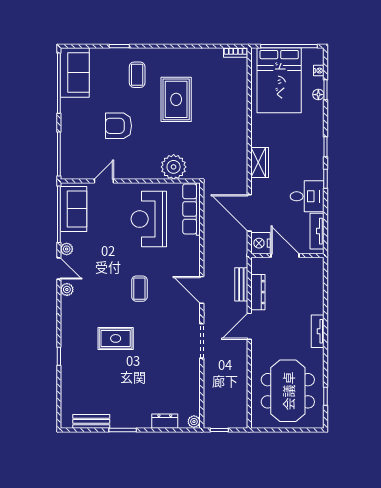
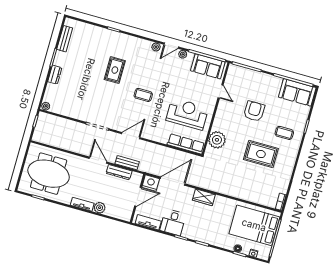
plant: (316, 305) -> (100, 208), added
dresser: (165, 421) -> (55, 75), moved

